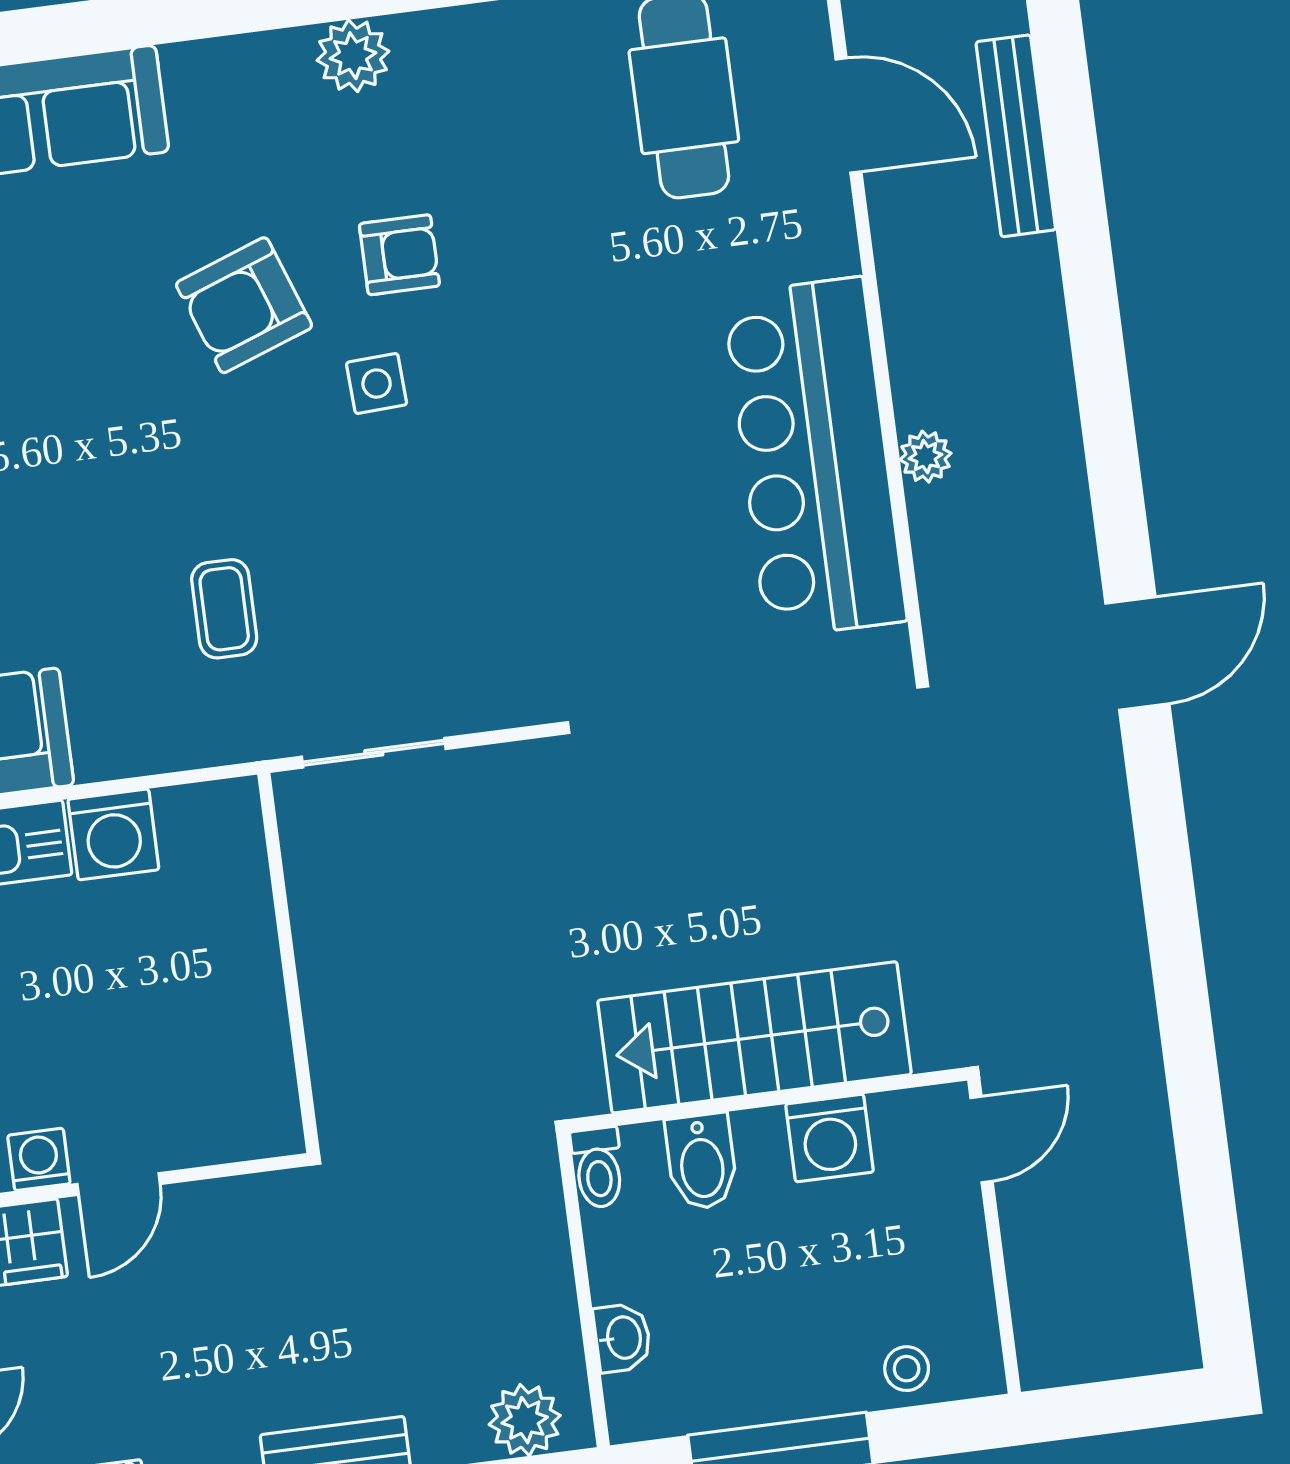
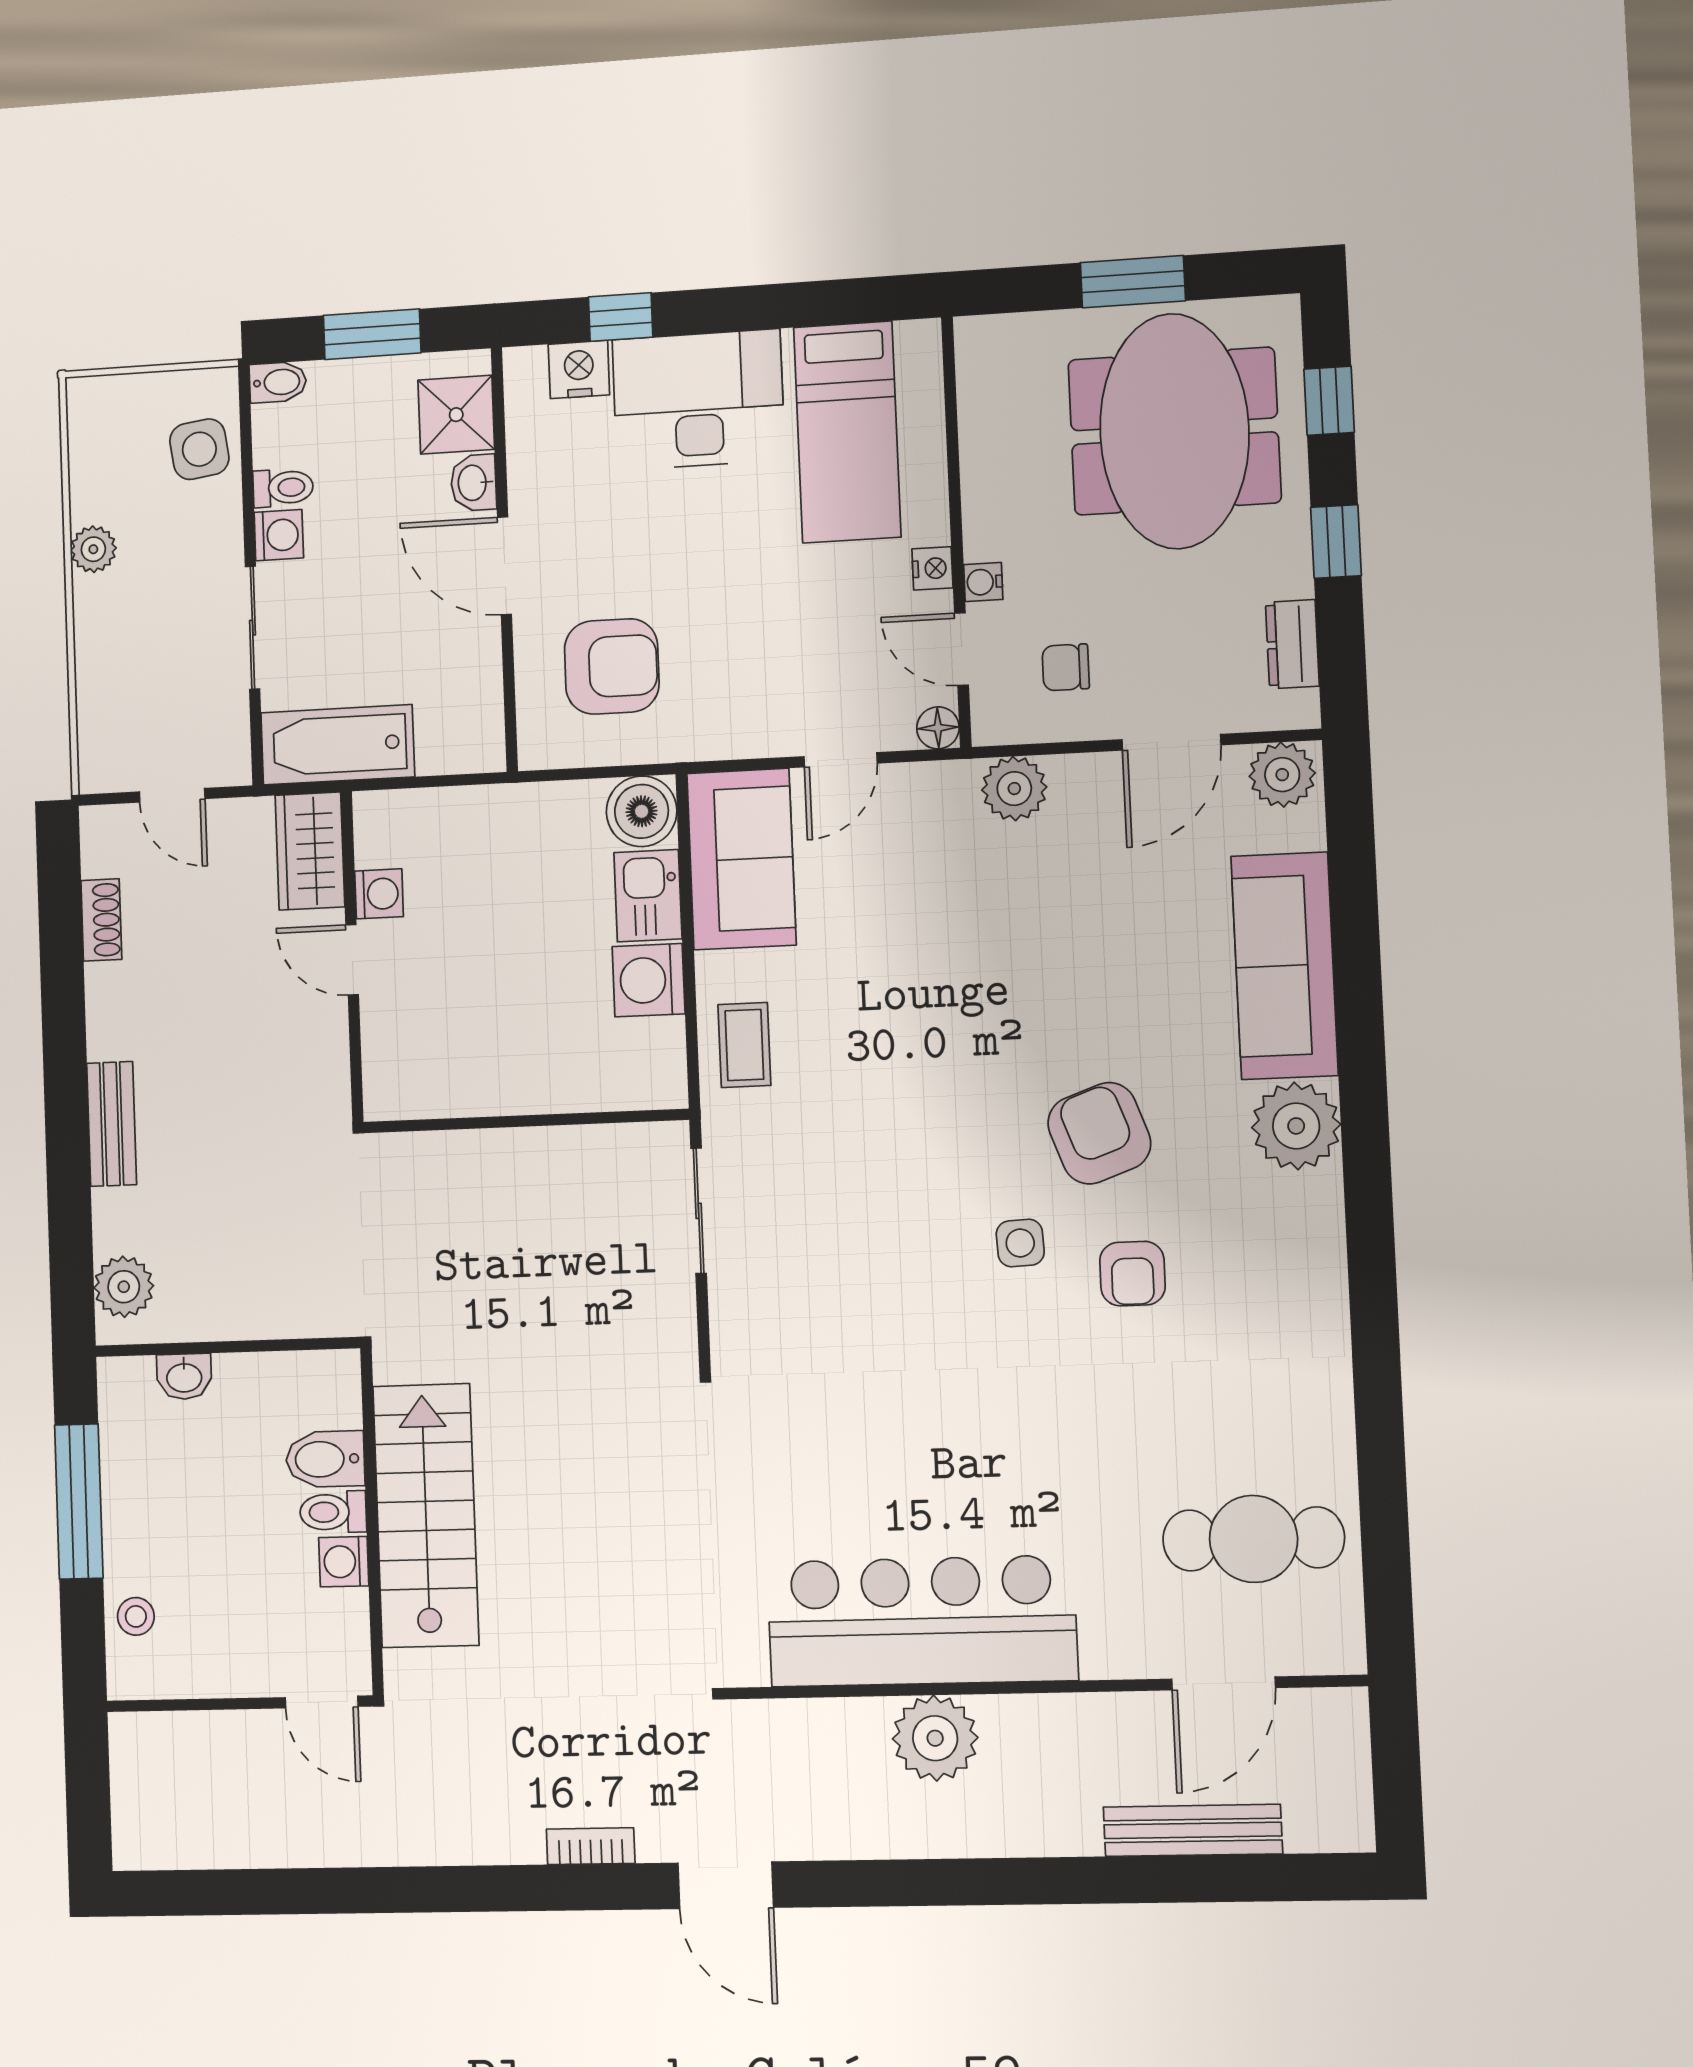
plant: (353, 56) -> (1296, 1126), moved, width x1.36, depth x1.36
plant: (926, 457) -> (935, 1738), width x1.88, depth x1.88
coffee table: (224, 609) -> (744, 1045), moved, turned 90
bookcase: (1111, 812) -> (591, 1846), added
washing machine: (830, 1138) -> (344, 1562), width x0.73, depth x0.73
toilet: (598, 1168) -> (333, 1512), moved

